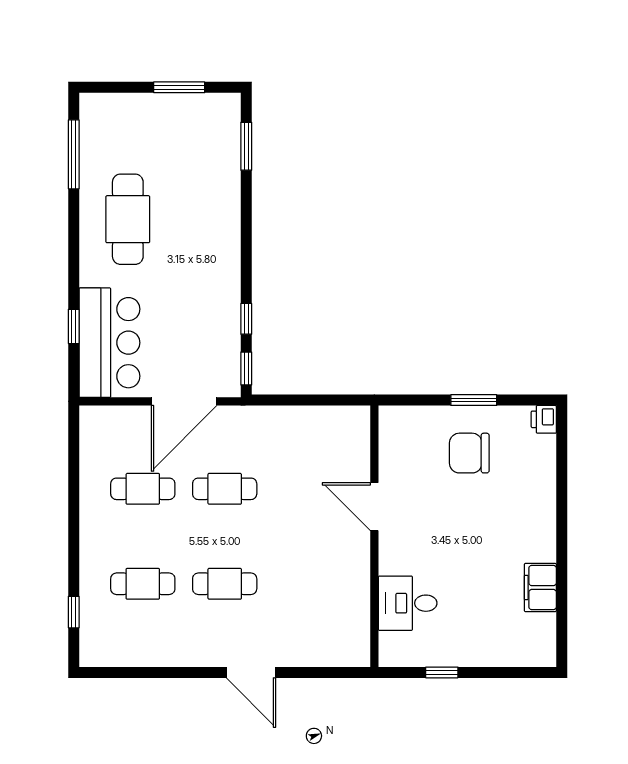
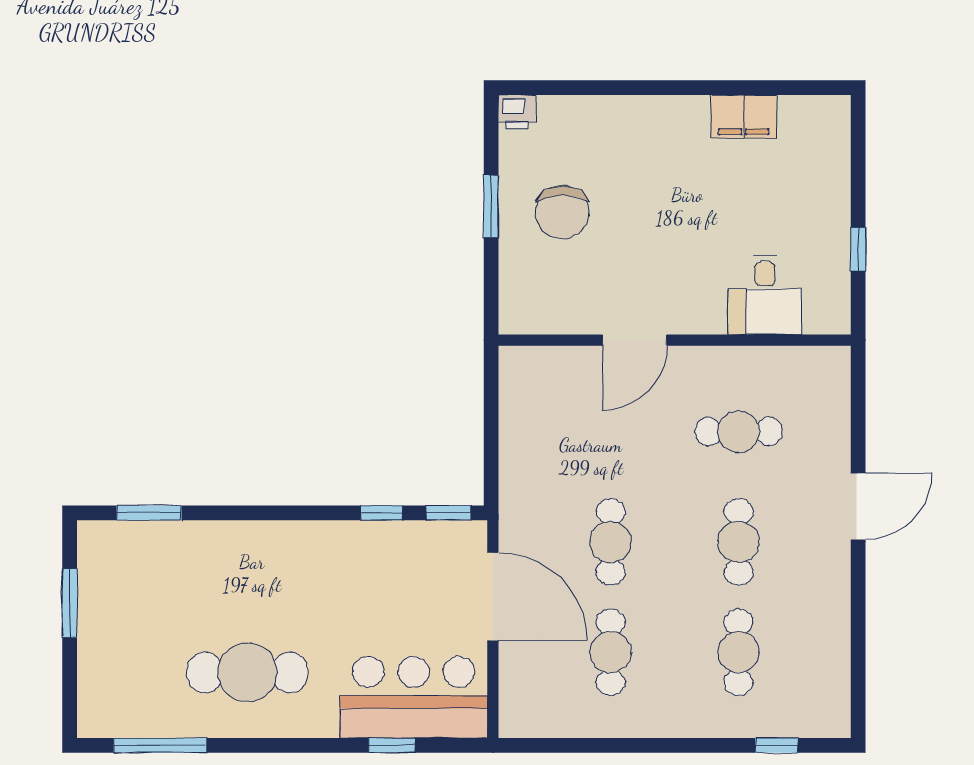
cafe table: (307, 584) -> (739, 432), added

